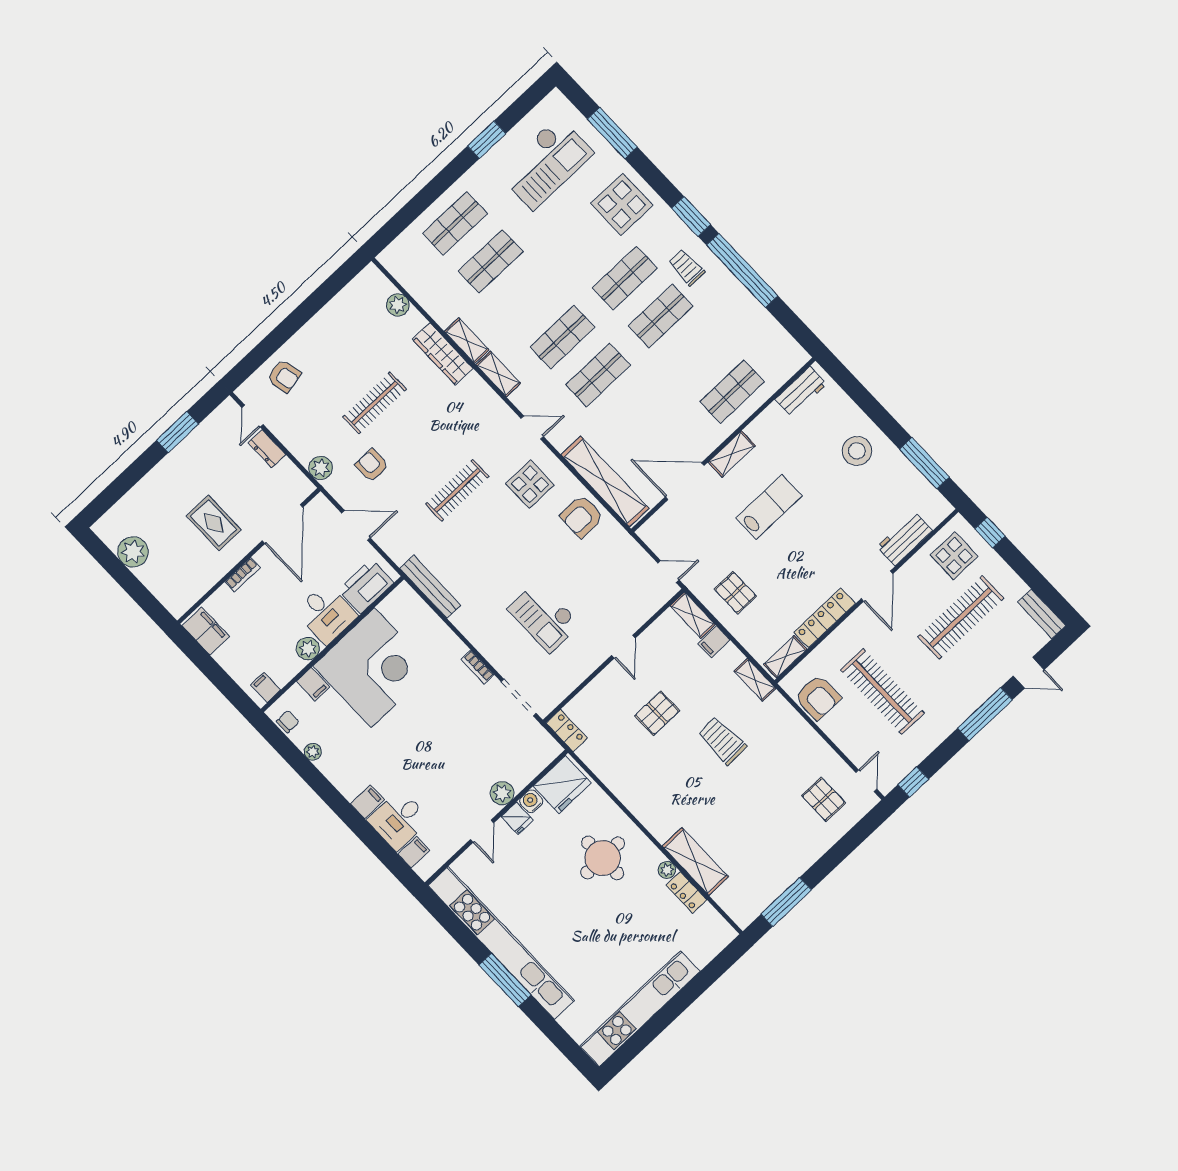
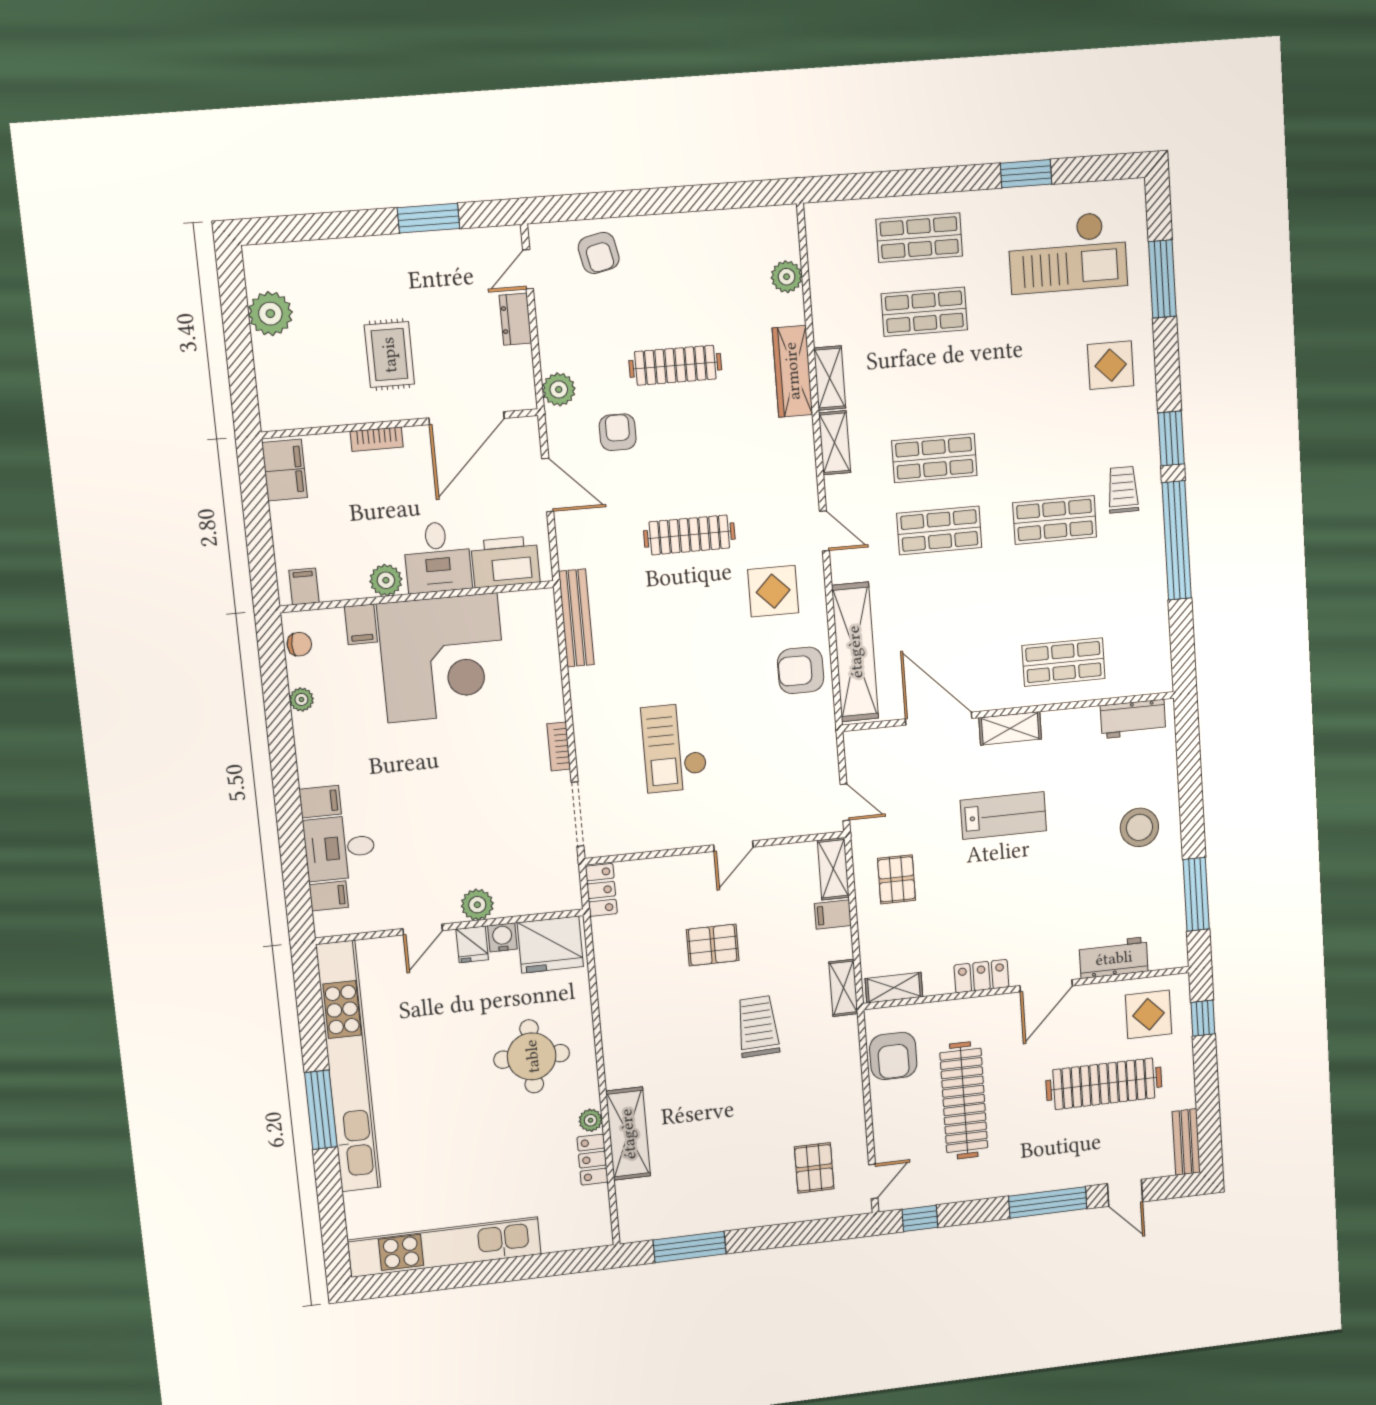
display table: (622, 204) -> (1111, 365), width x0.73, depth x0.73
shop shelf: (625, 278) -> (1050, 448), removed
locker: (825, 618) -> (981, 976), width x0.66

